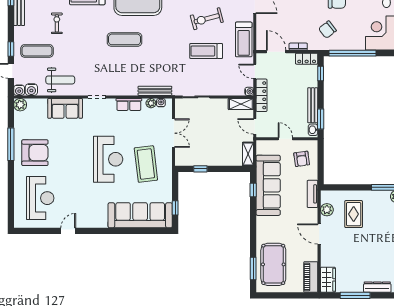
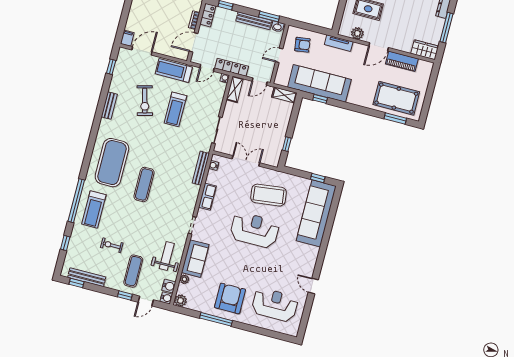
treadmill: (244, 39) -> (174, 70), turned 180
plant: (151, 103) -> (184, 279), moved
piano: (311, 277) -> (402, 61), moved

